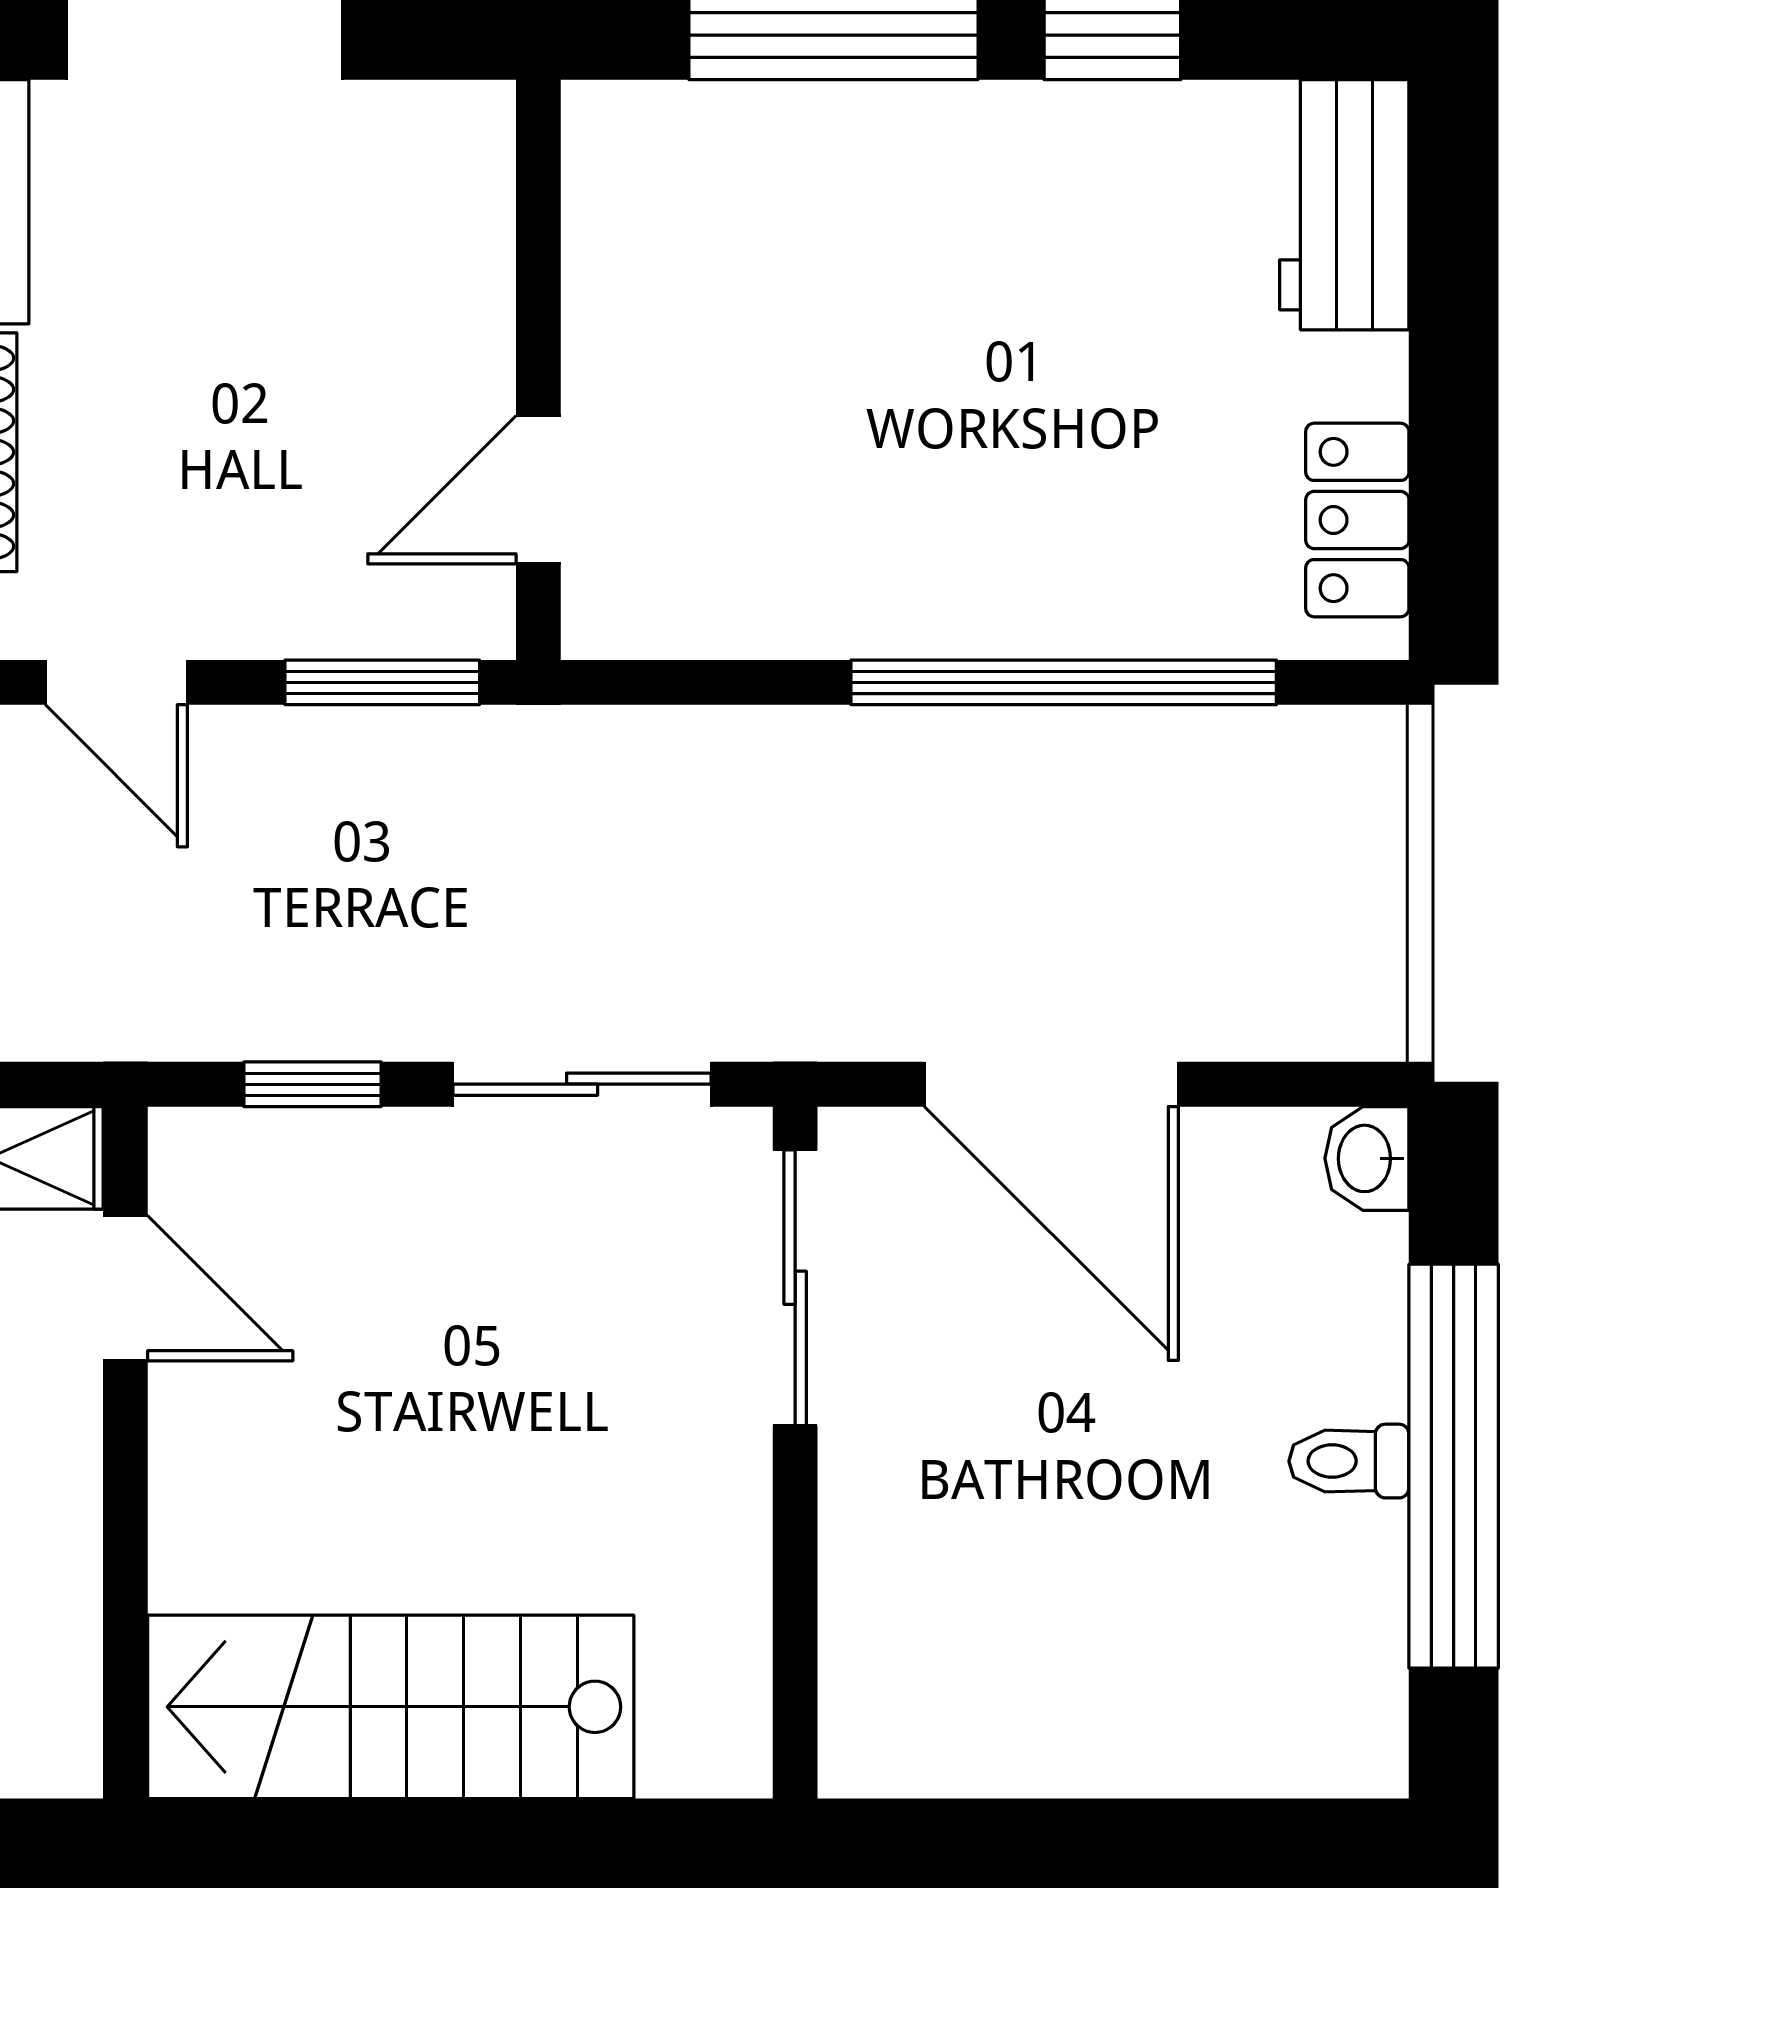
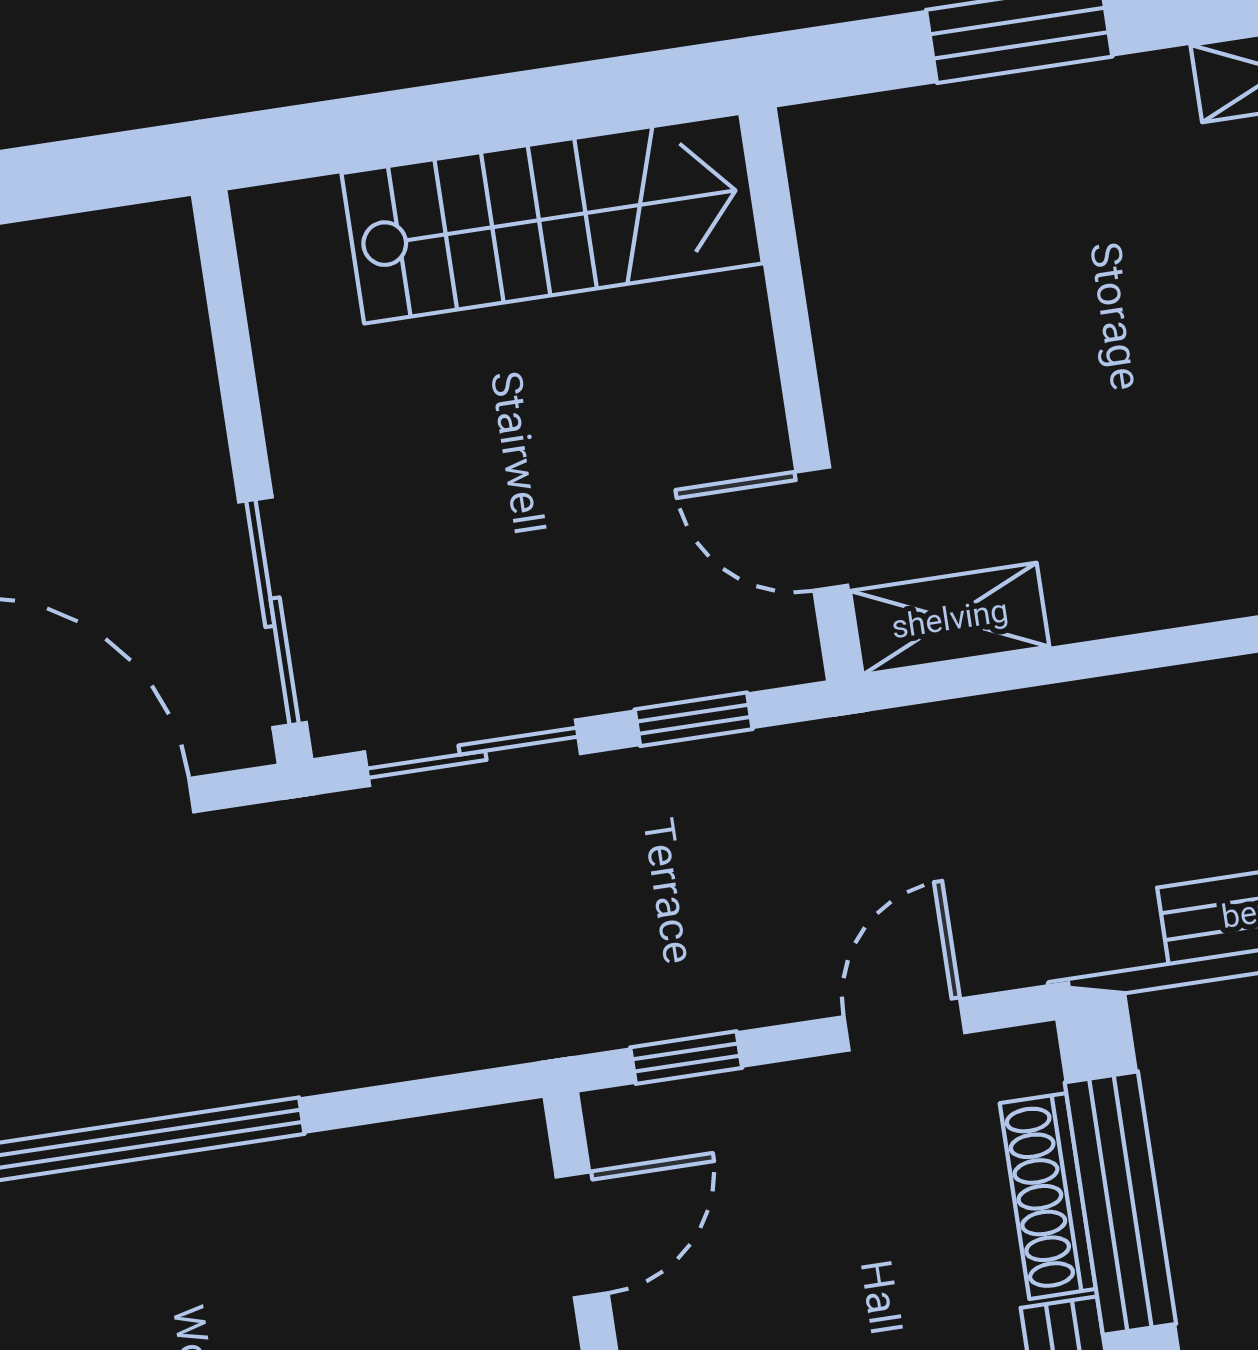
door: (116, 682) -> (904, 1025), hinge flipped
window: (382, 682) -> (686, 1058), width x0.67

